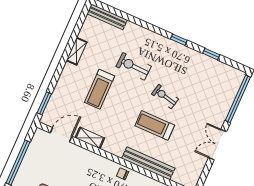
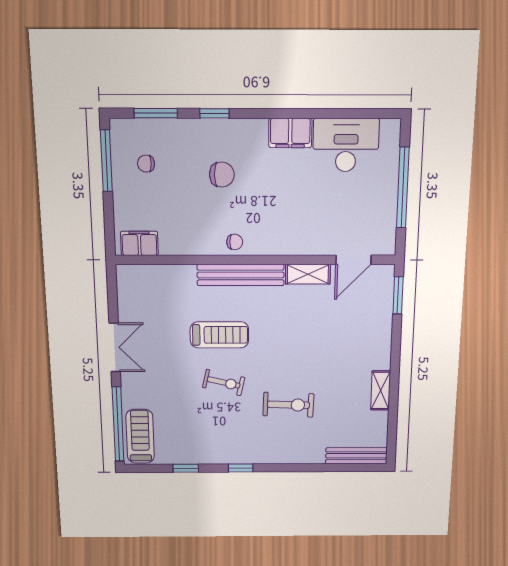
treadmill: (100, 89) -> (140, 436), moved
bench: (148, 163) -> (241, 275), moved

